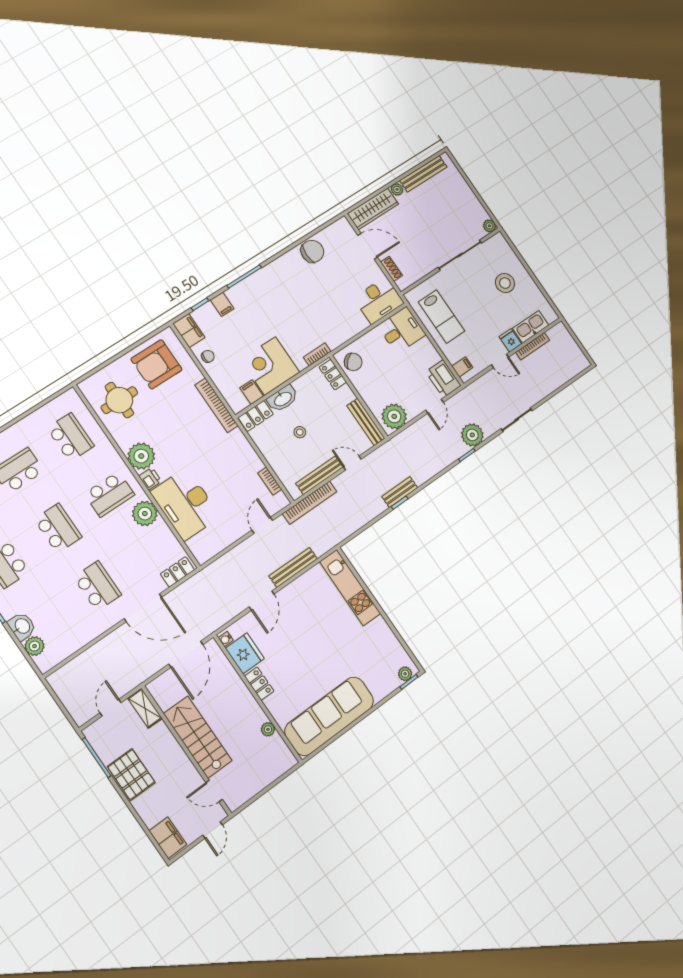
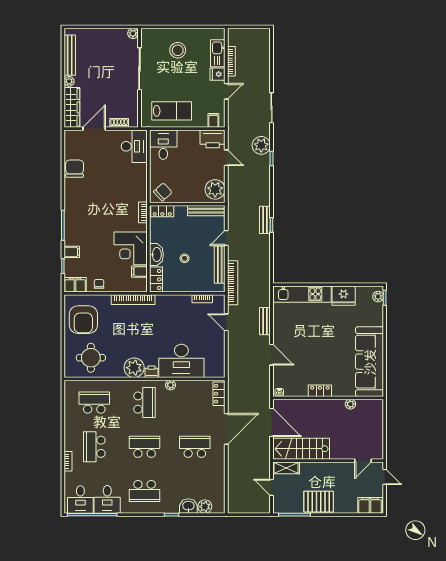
plant: (145, 514) -> (170, 385), width x0.53, depth x0.53
bench: (293, 567) -> (265, 321), width x0.73
fridge: (245, 653) -> (344, 296), moved, turned 180
stairs: (198, 737) -> (301, 449), moved

